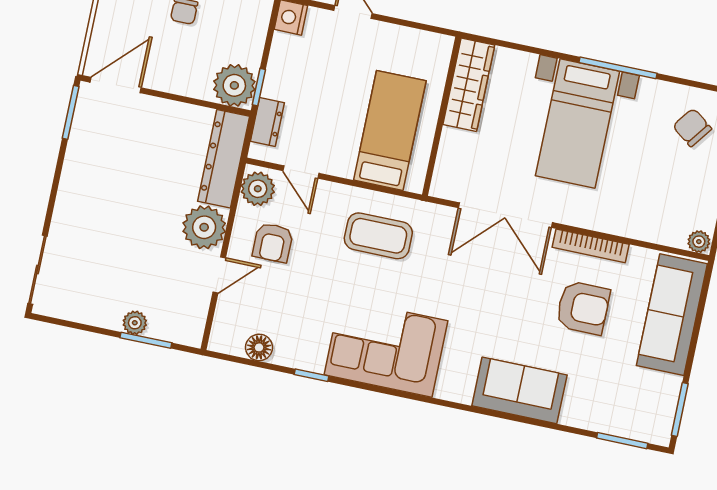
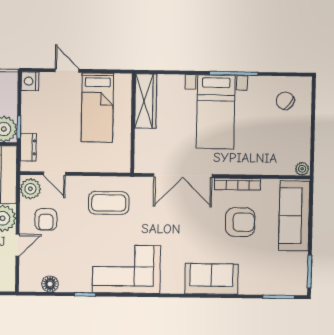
bed: (390, 130) -> (97, 108), moved, turned 180

